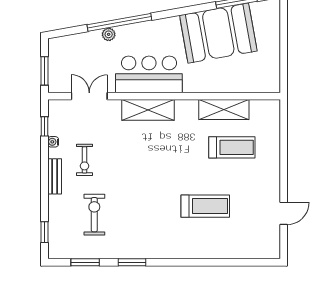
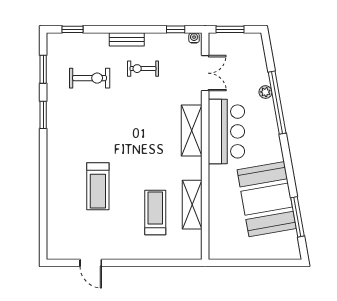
water cooler: (53, 142) -> (194, 38), moved
treadmill: (232, 147) -> (155, 212), turned 180

